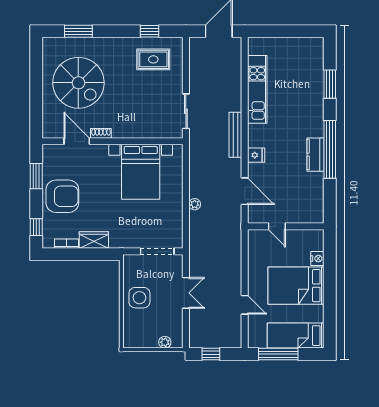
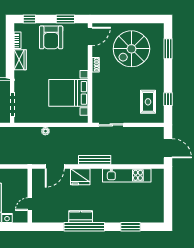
door: (77, 141) -> (90, 36), moved
fridge: (256, 155) -> (80, 177), width x1.88, depth x1.34
door: (277, 226) -> (30, 204), moved

